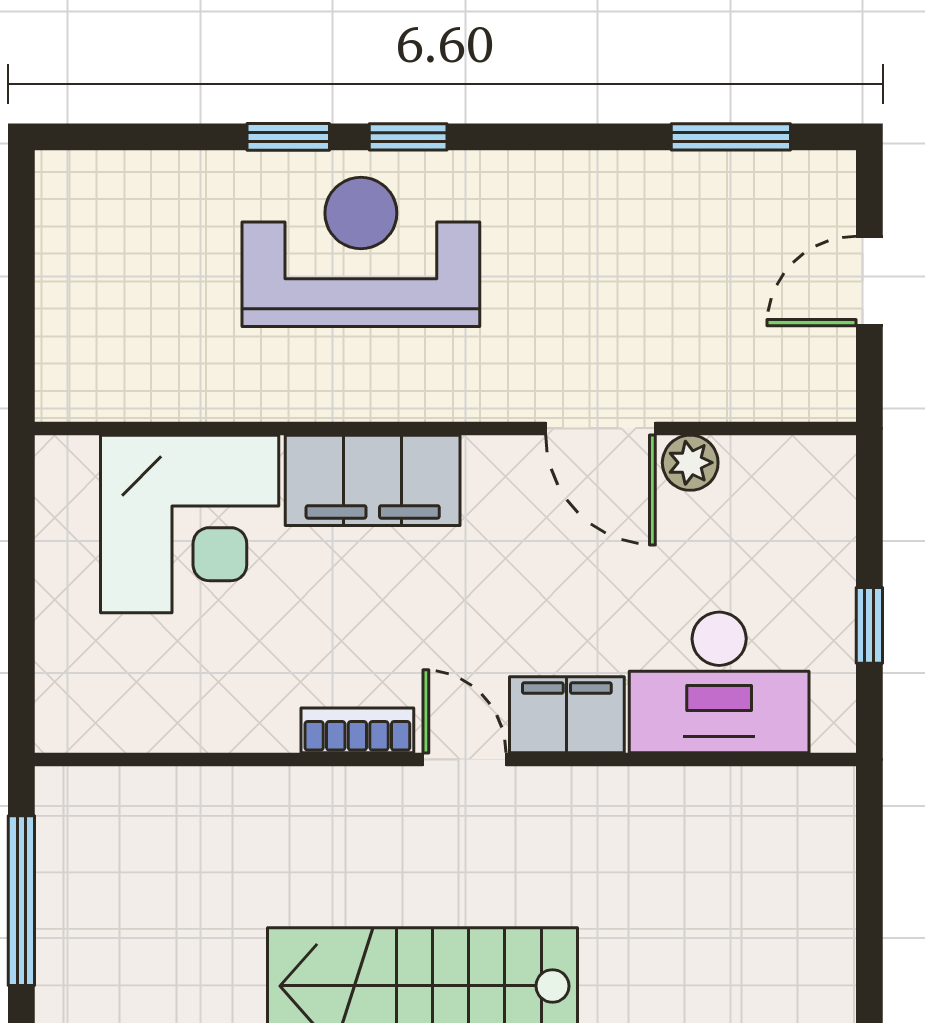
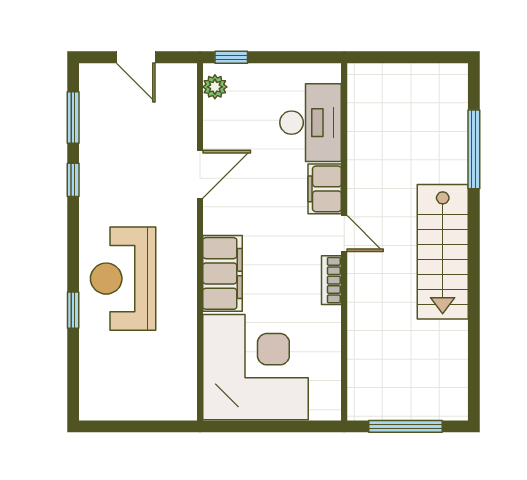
window: (408, 137) -> (73, 180), moved
plant: (690, 463) -> (215, 87), moved
corner desk: (190, 524) -> (256, 367), width x1.36, depth x1.36
window: (869, 625) -> (231, 57), moved
door: (464, 760) -> (344, 233), swing flipped

